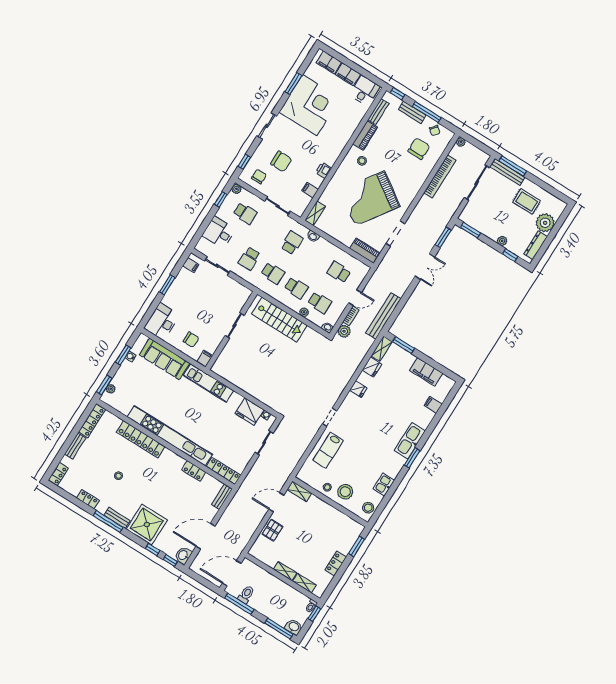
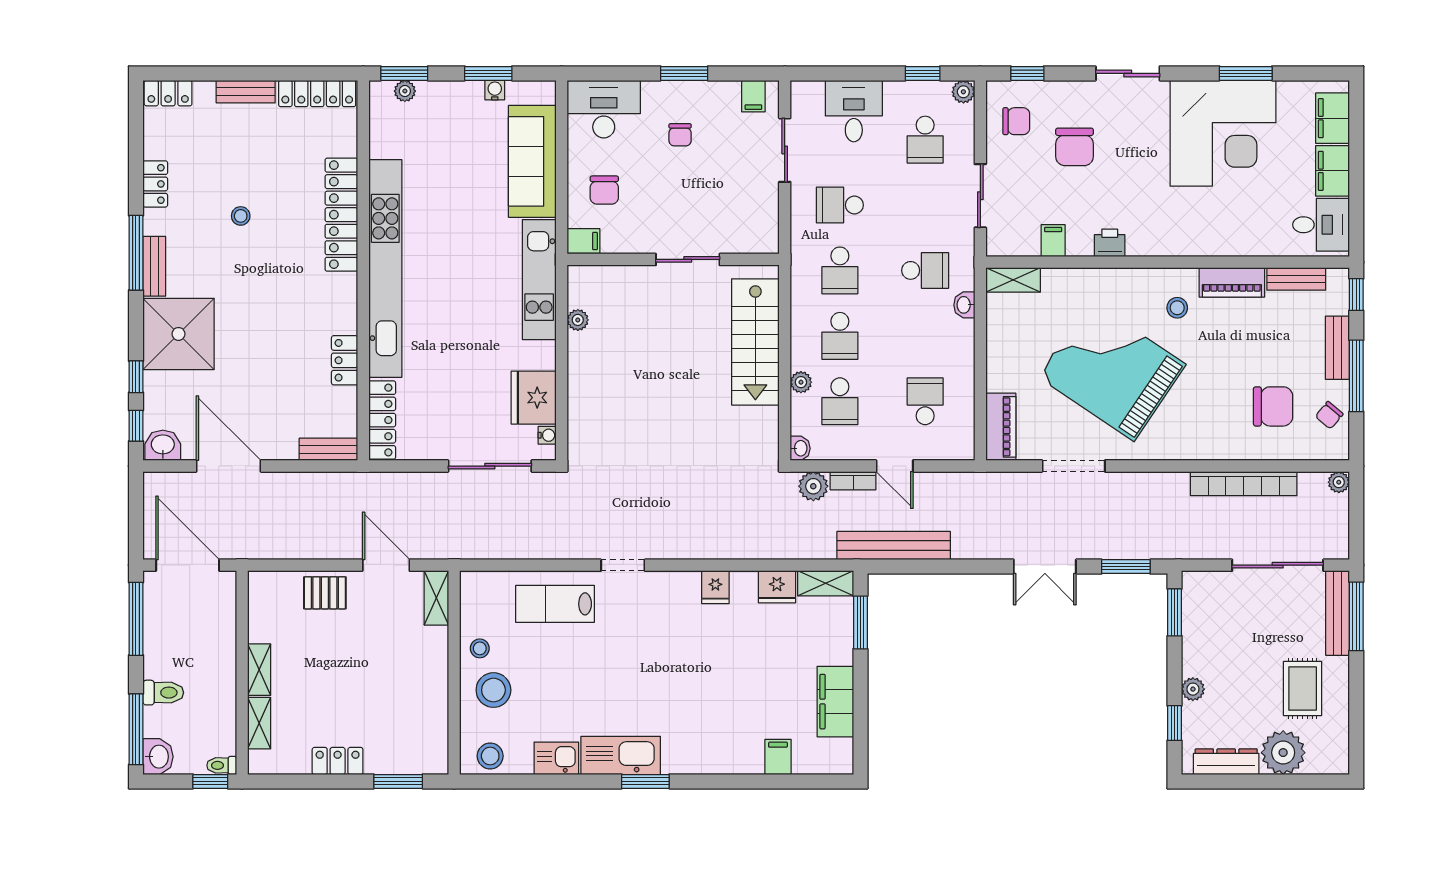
chair: (188, 300) -> (680, 135), added
plant: (232, 378) -> (578, 320), added
kitchen sink: (410, 441) -> (621, 755), moved
sliding door: (264, 443) -> (490, 466), width x1.37
toilet: (246, 594) -> (163, 693), moved

